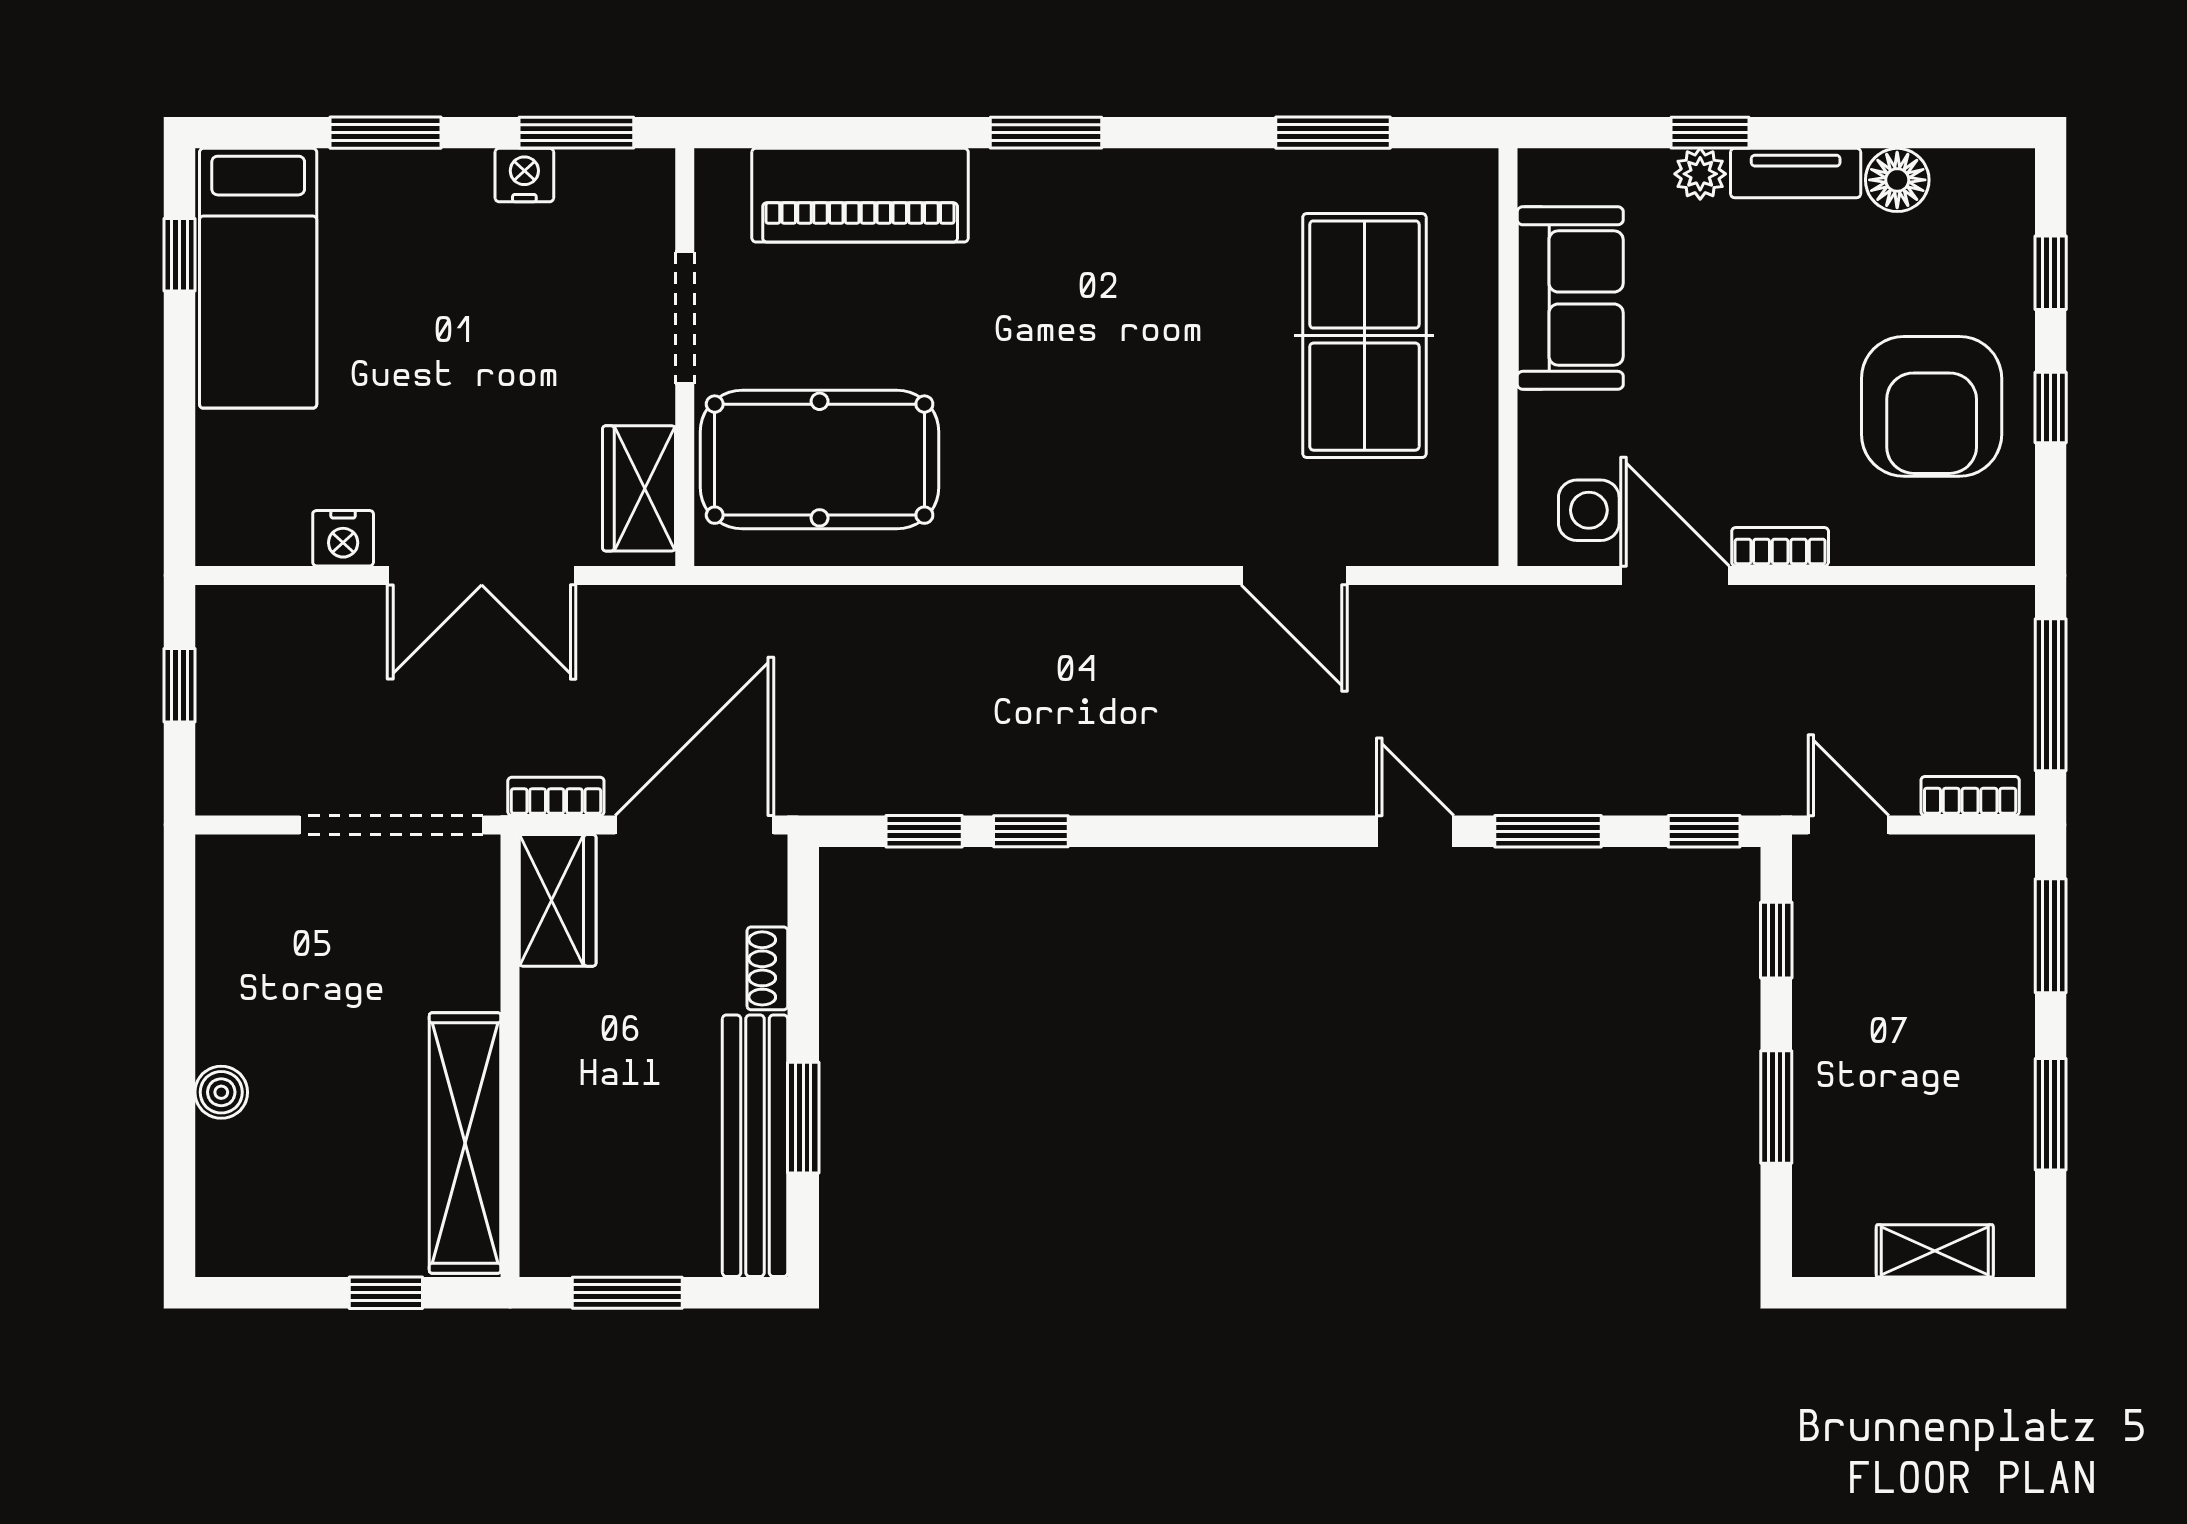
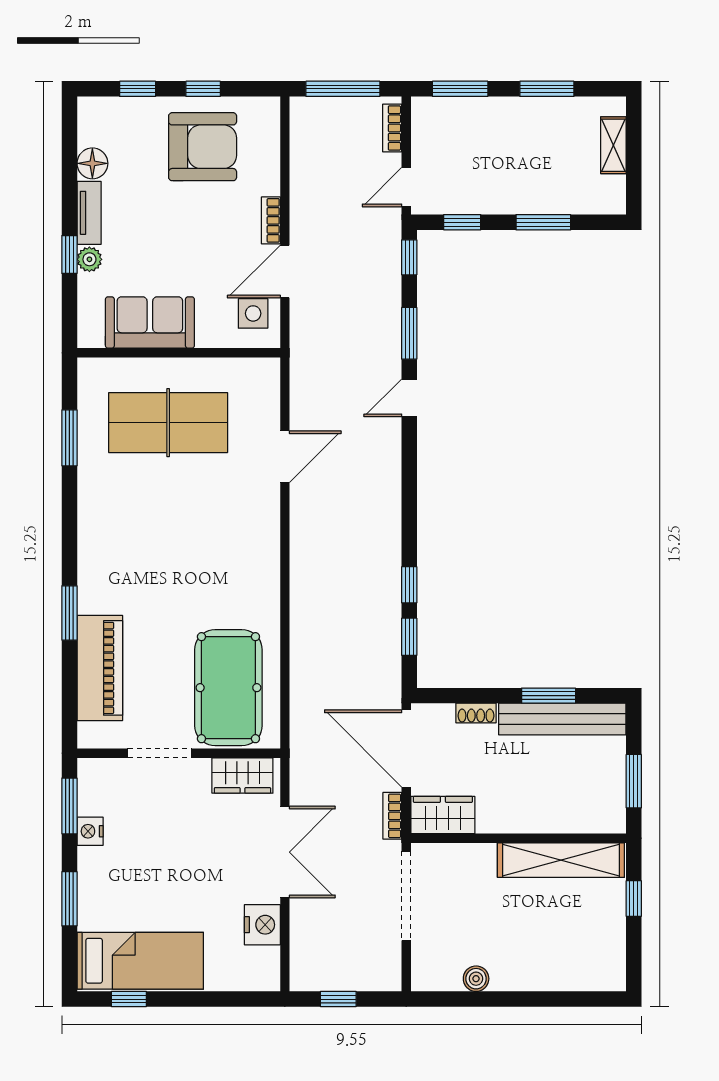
window: (1046, 133) -> (69, 613), moved
nightstand: (343, 538) -> (262, 925), width x1.36, depth x1.33
boiler: (221, 1092) -> (476, 979), moved

